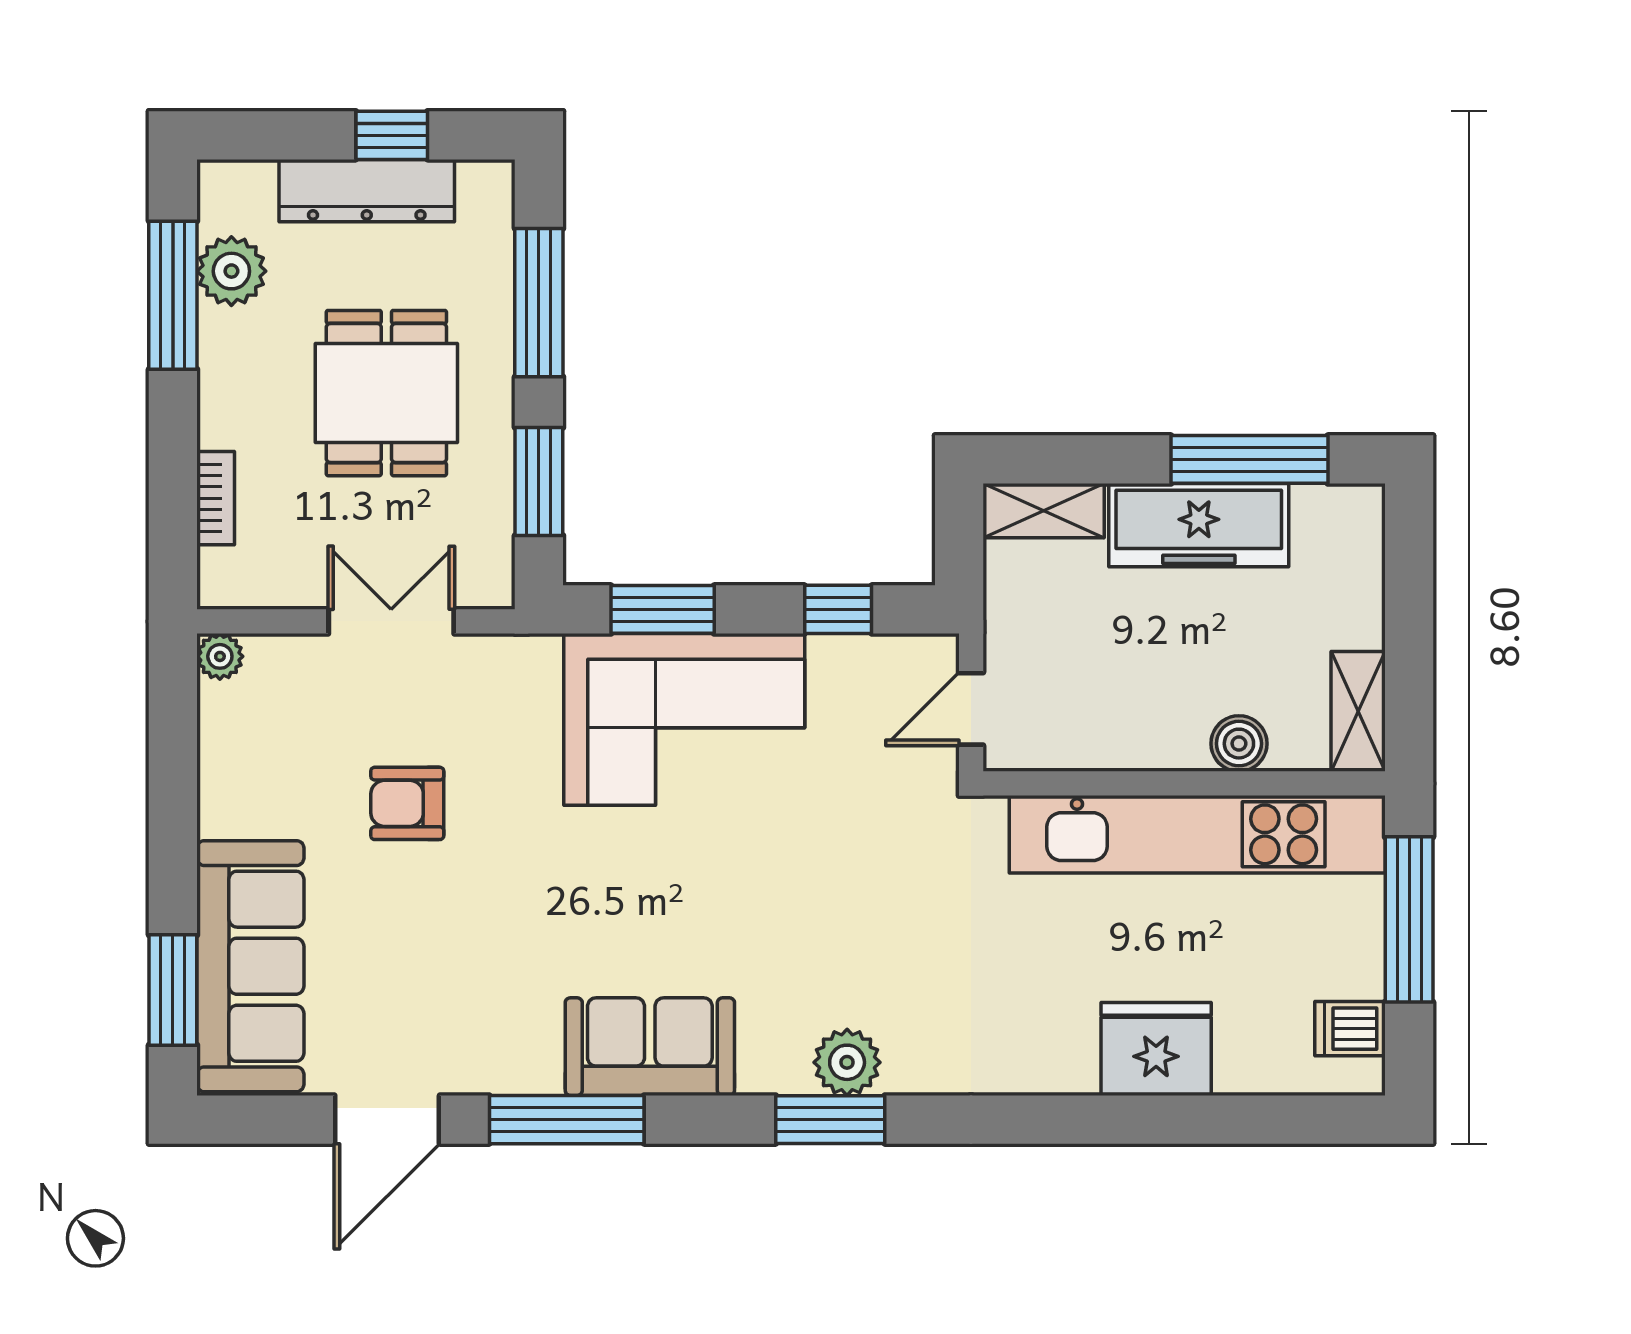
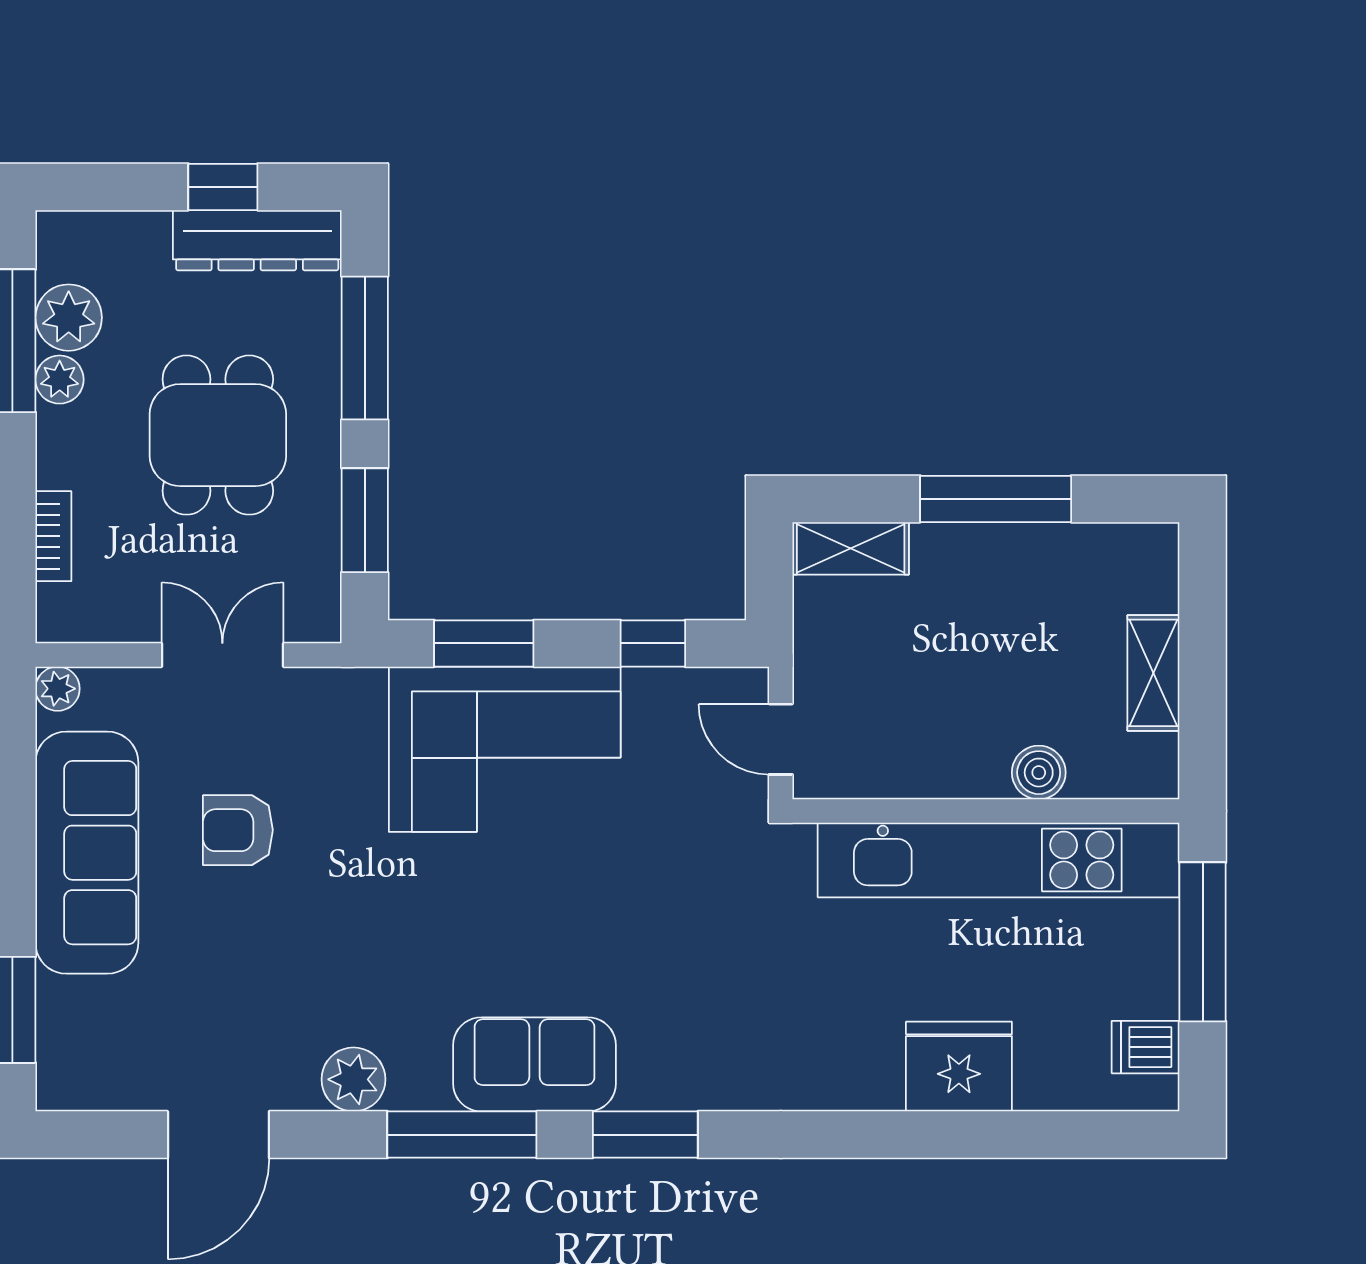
dresser: (367, 191) -> (257, 240), moved
plant: (222, 335) -> (60, 380), added
window: (1249, 459) -> (996, 499), moved
freezer: (1199, 525) -> (1000, 562), removed
door: (971, 709) -> (781, 739), hinge flipped
shelving: (1358, 711) -> (1153, 673), moved
sofa: (250, 966) -> (87, 853), moved
sofa: (650, 1047) -> (535, 1064), moved
plant: (847, 1062) -> (353, 1079), moved
window: (567, 1120) -> (462, 1135), moved

